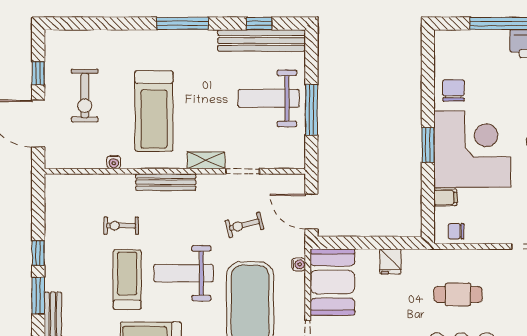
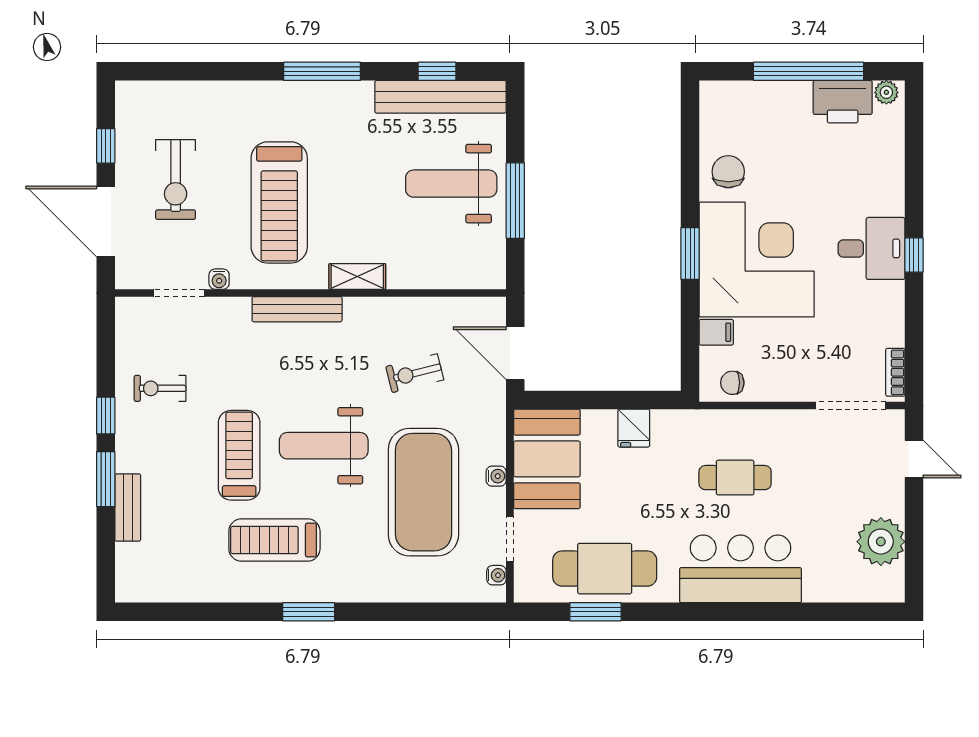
doorway: (243, 171) -> (179, 293), moved
exercise bike: (121, 226) -> (160, 388), moved
water cooler: (299, 264) -> (496, 476), moved

